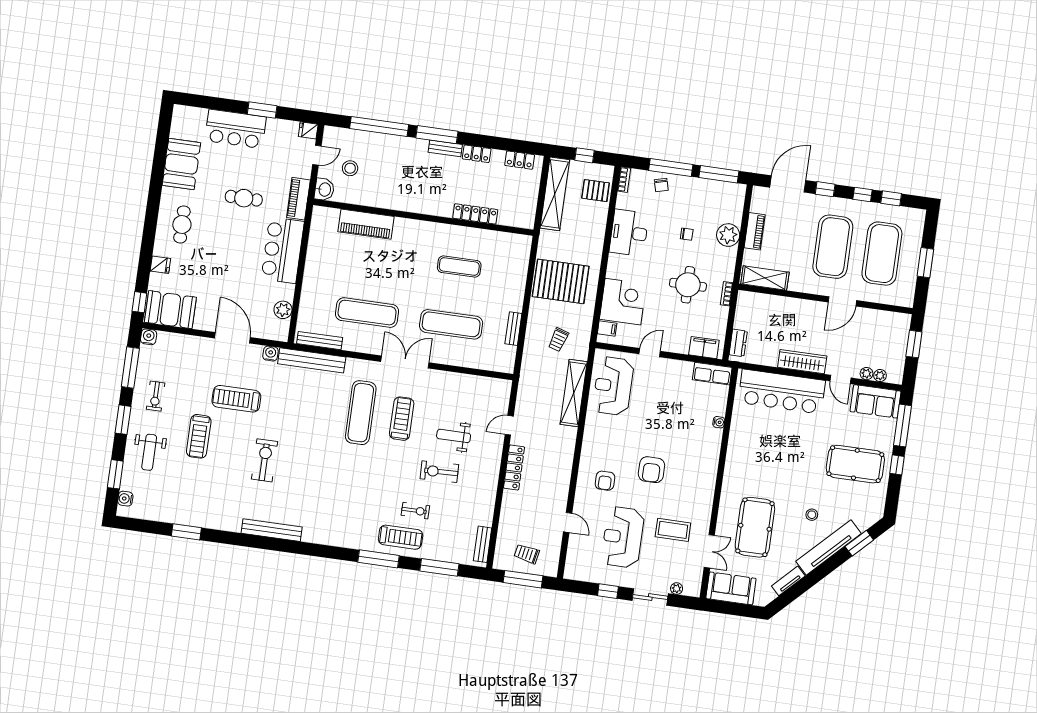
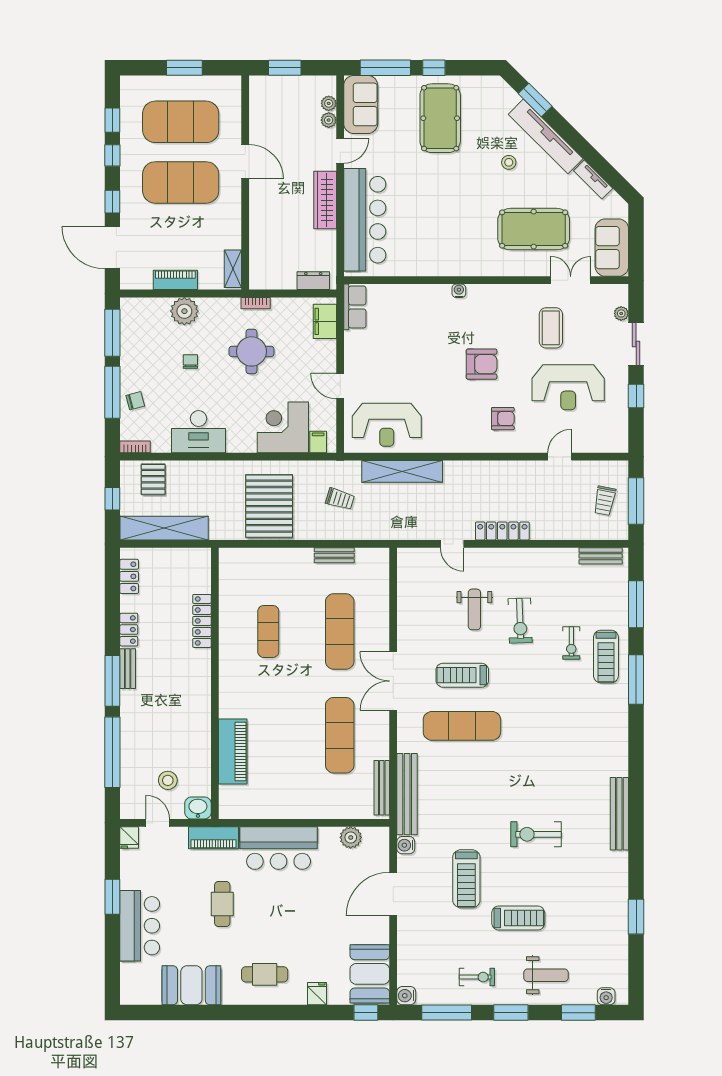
shelving: (765, 278) -> (233, 269), width x0.67, depth x0.75
water cooler: (719, 422) -> (459, 291), moved
exercise bike: (415, 511) -> (571, 643), turned 180
treadmill: (401, 537) -> (606, 656), turned 180

